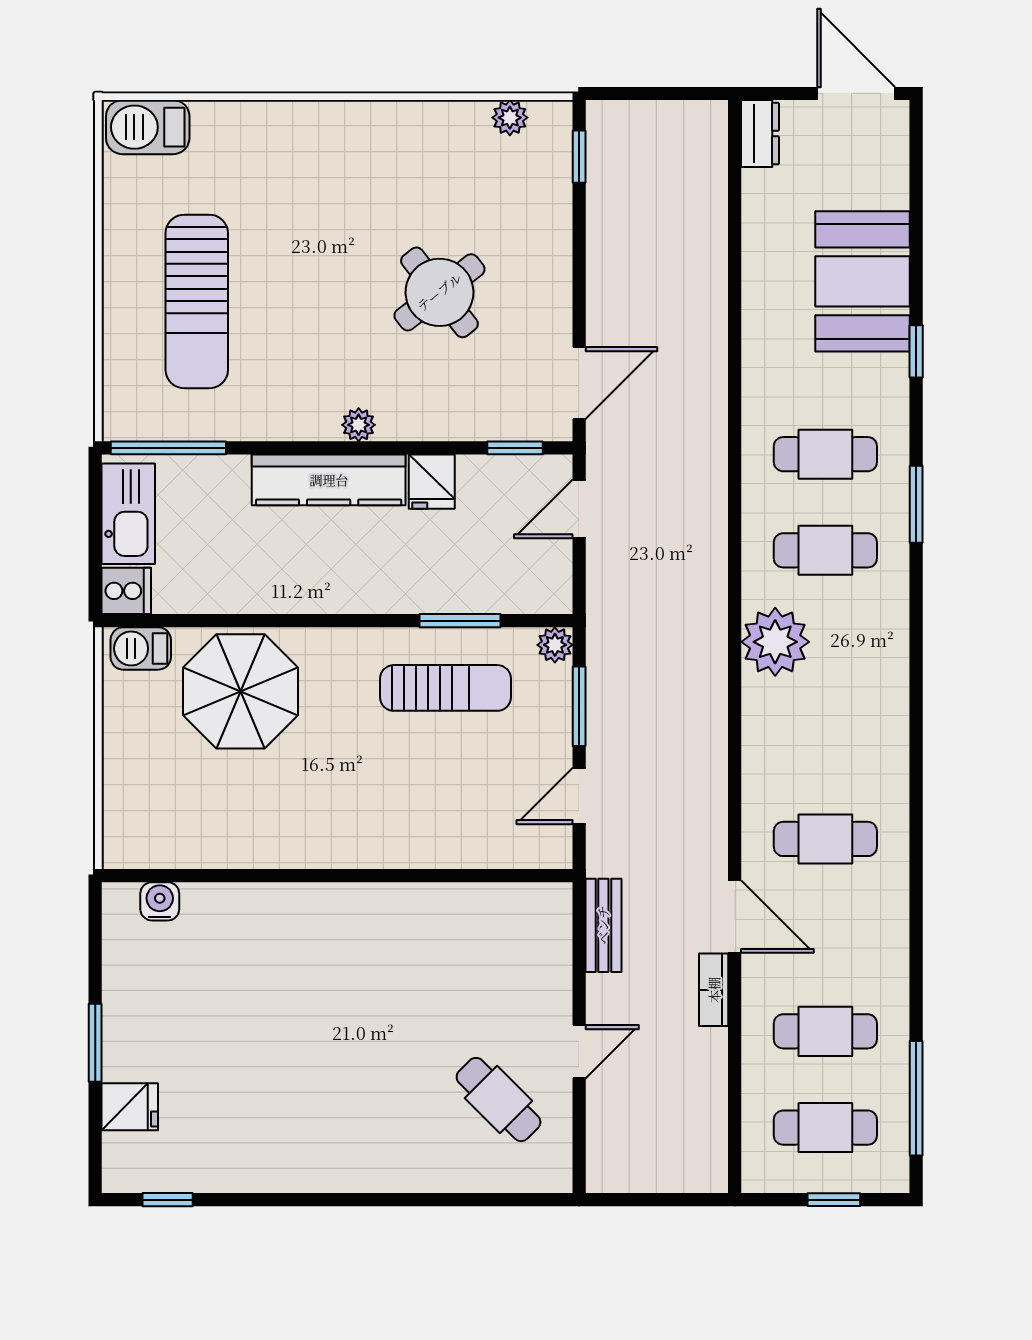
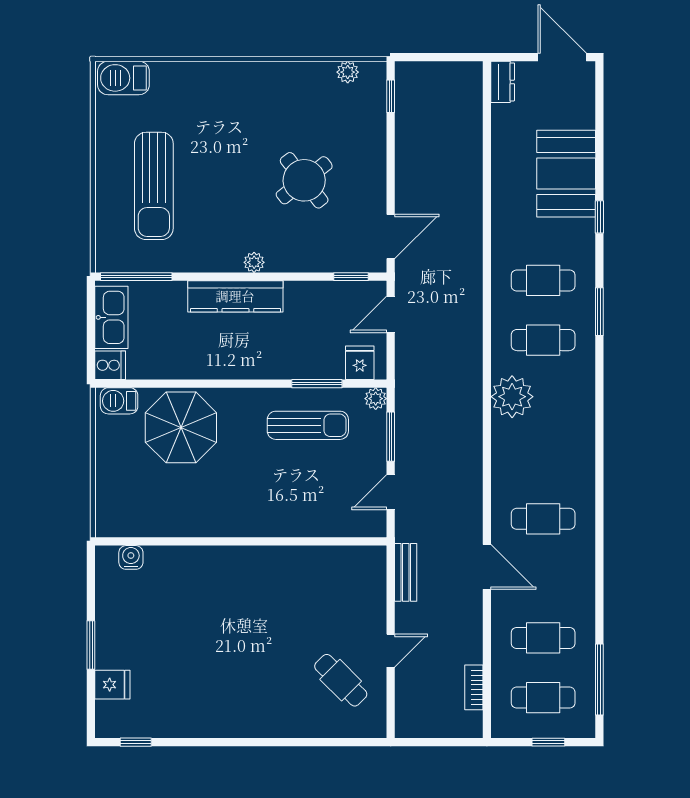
fridge: (432, 482) -> (360, 363), moved, turned 180
bookcase: (714, 990) -> (474, 687), moved

